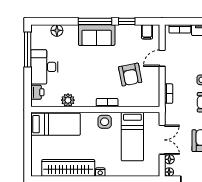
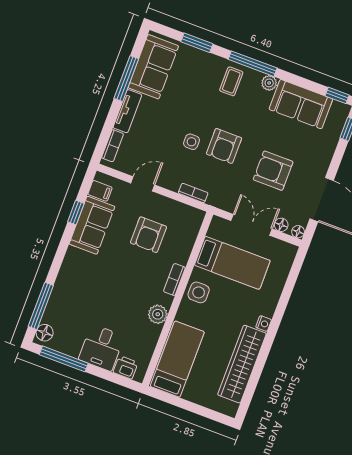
window: (95, 21) -> (41, 306), moved
floor lamp: (57, 30) -> (45, 333), moved
sofa: (97, 35) -> (92, 225), moved
door: (162, 58) -> (143, 184), swing flipped
desk: (44, 67) -> (102, 348), width x0.73
armchair: (130, 75) -> (148, 235), turned 101
plant: (68, 100) -> (158, 314), moved

